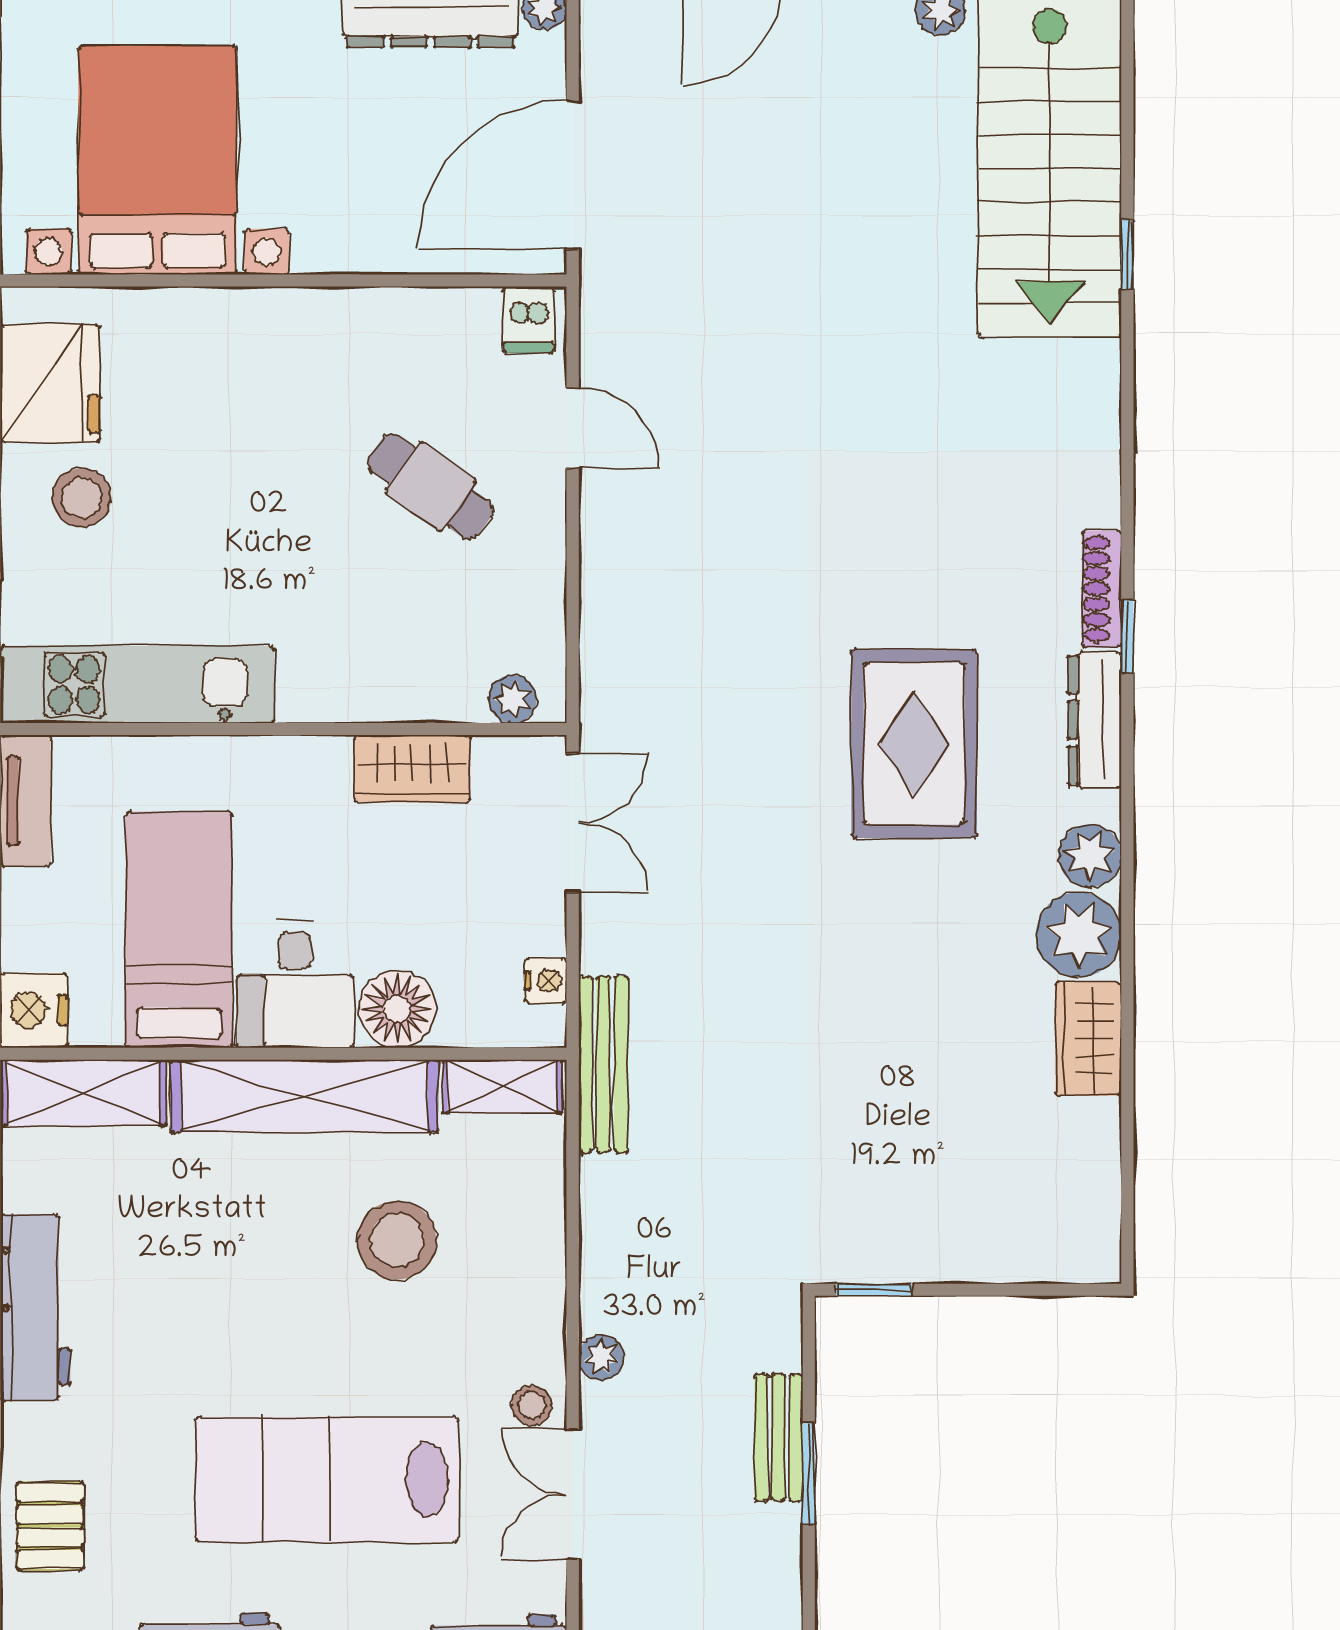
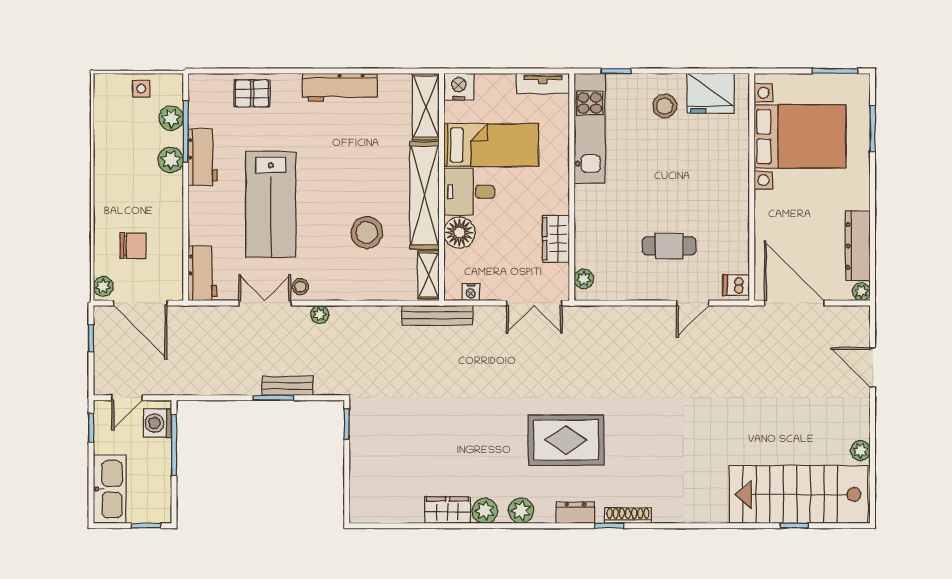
window: (1127, 255) -> (794, 526), moved
cafe table: (430, 486) -> (669, 246), turned 54
dresser: (1095, 720) -> (575, 513), width x0.70
plant: (1079, 935) -> (485, 511), width x0.73, depth x0.73
lab bench: (327, 1479) -> (271, 204), turned 180

